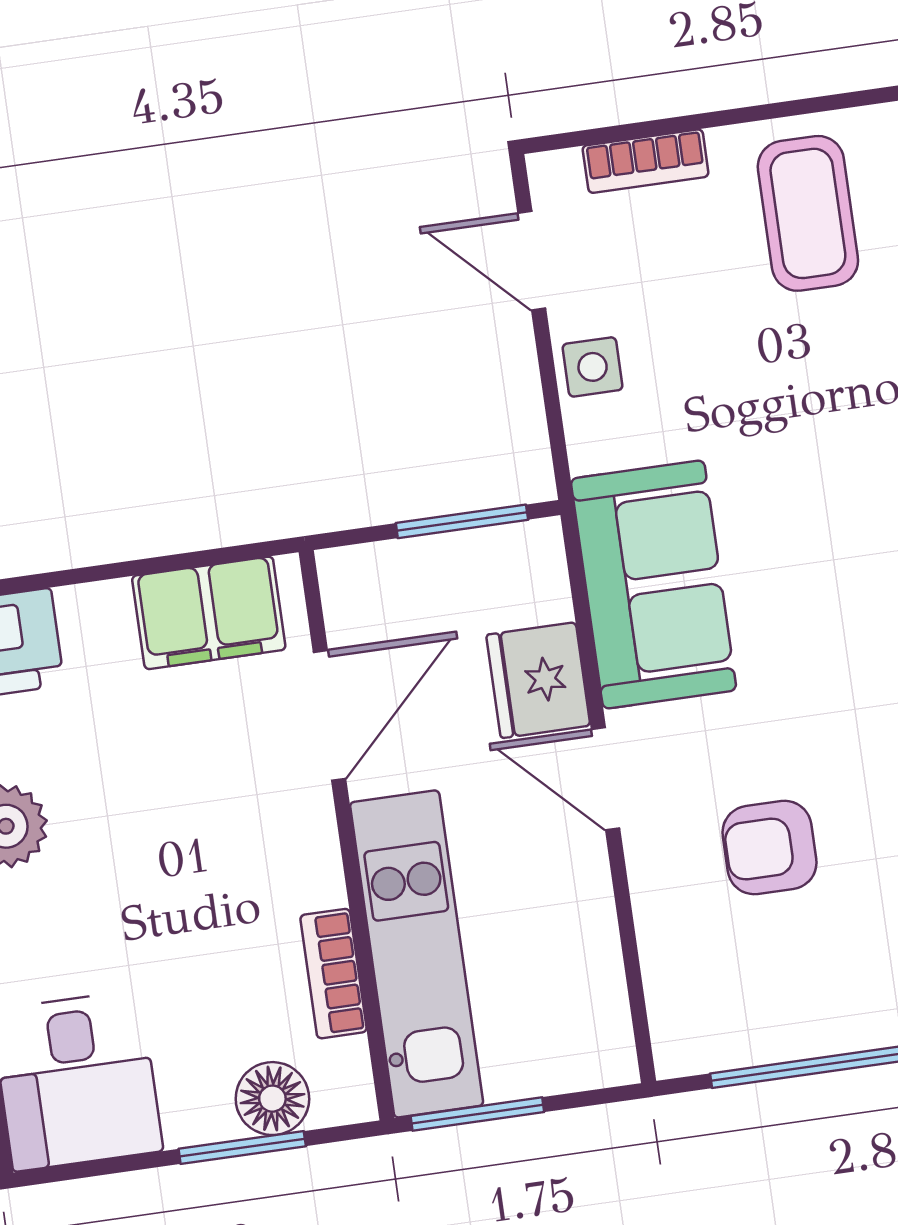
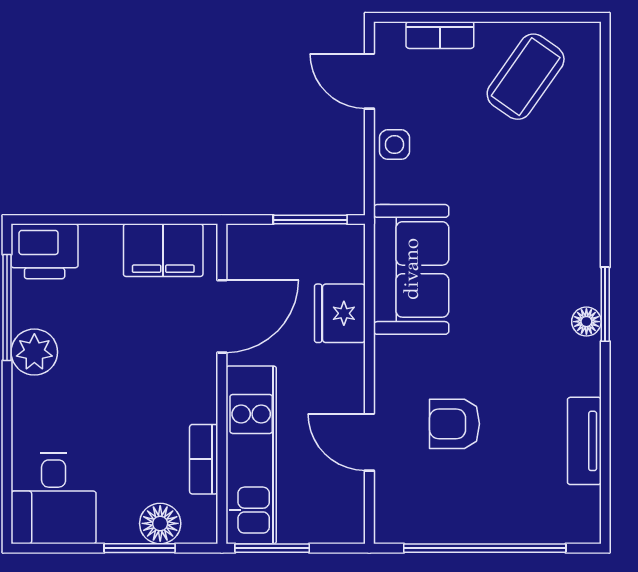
coffee table: (808, 213) -> (526, 77), turned 35
door: (606, 779) -> (369, 442), moved

